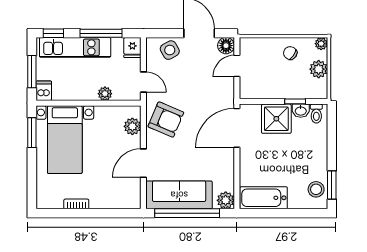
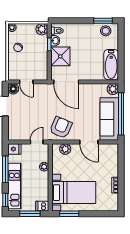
side table: (170, 50) -> (16, 125), removed
plant: (319, 69) -> (42, 29), moved

